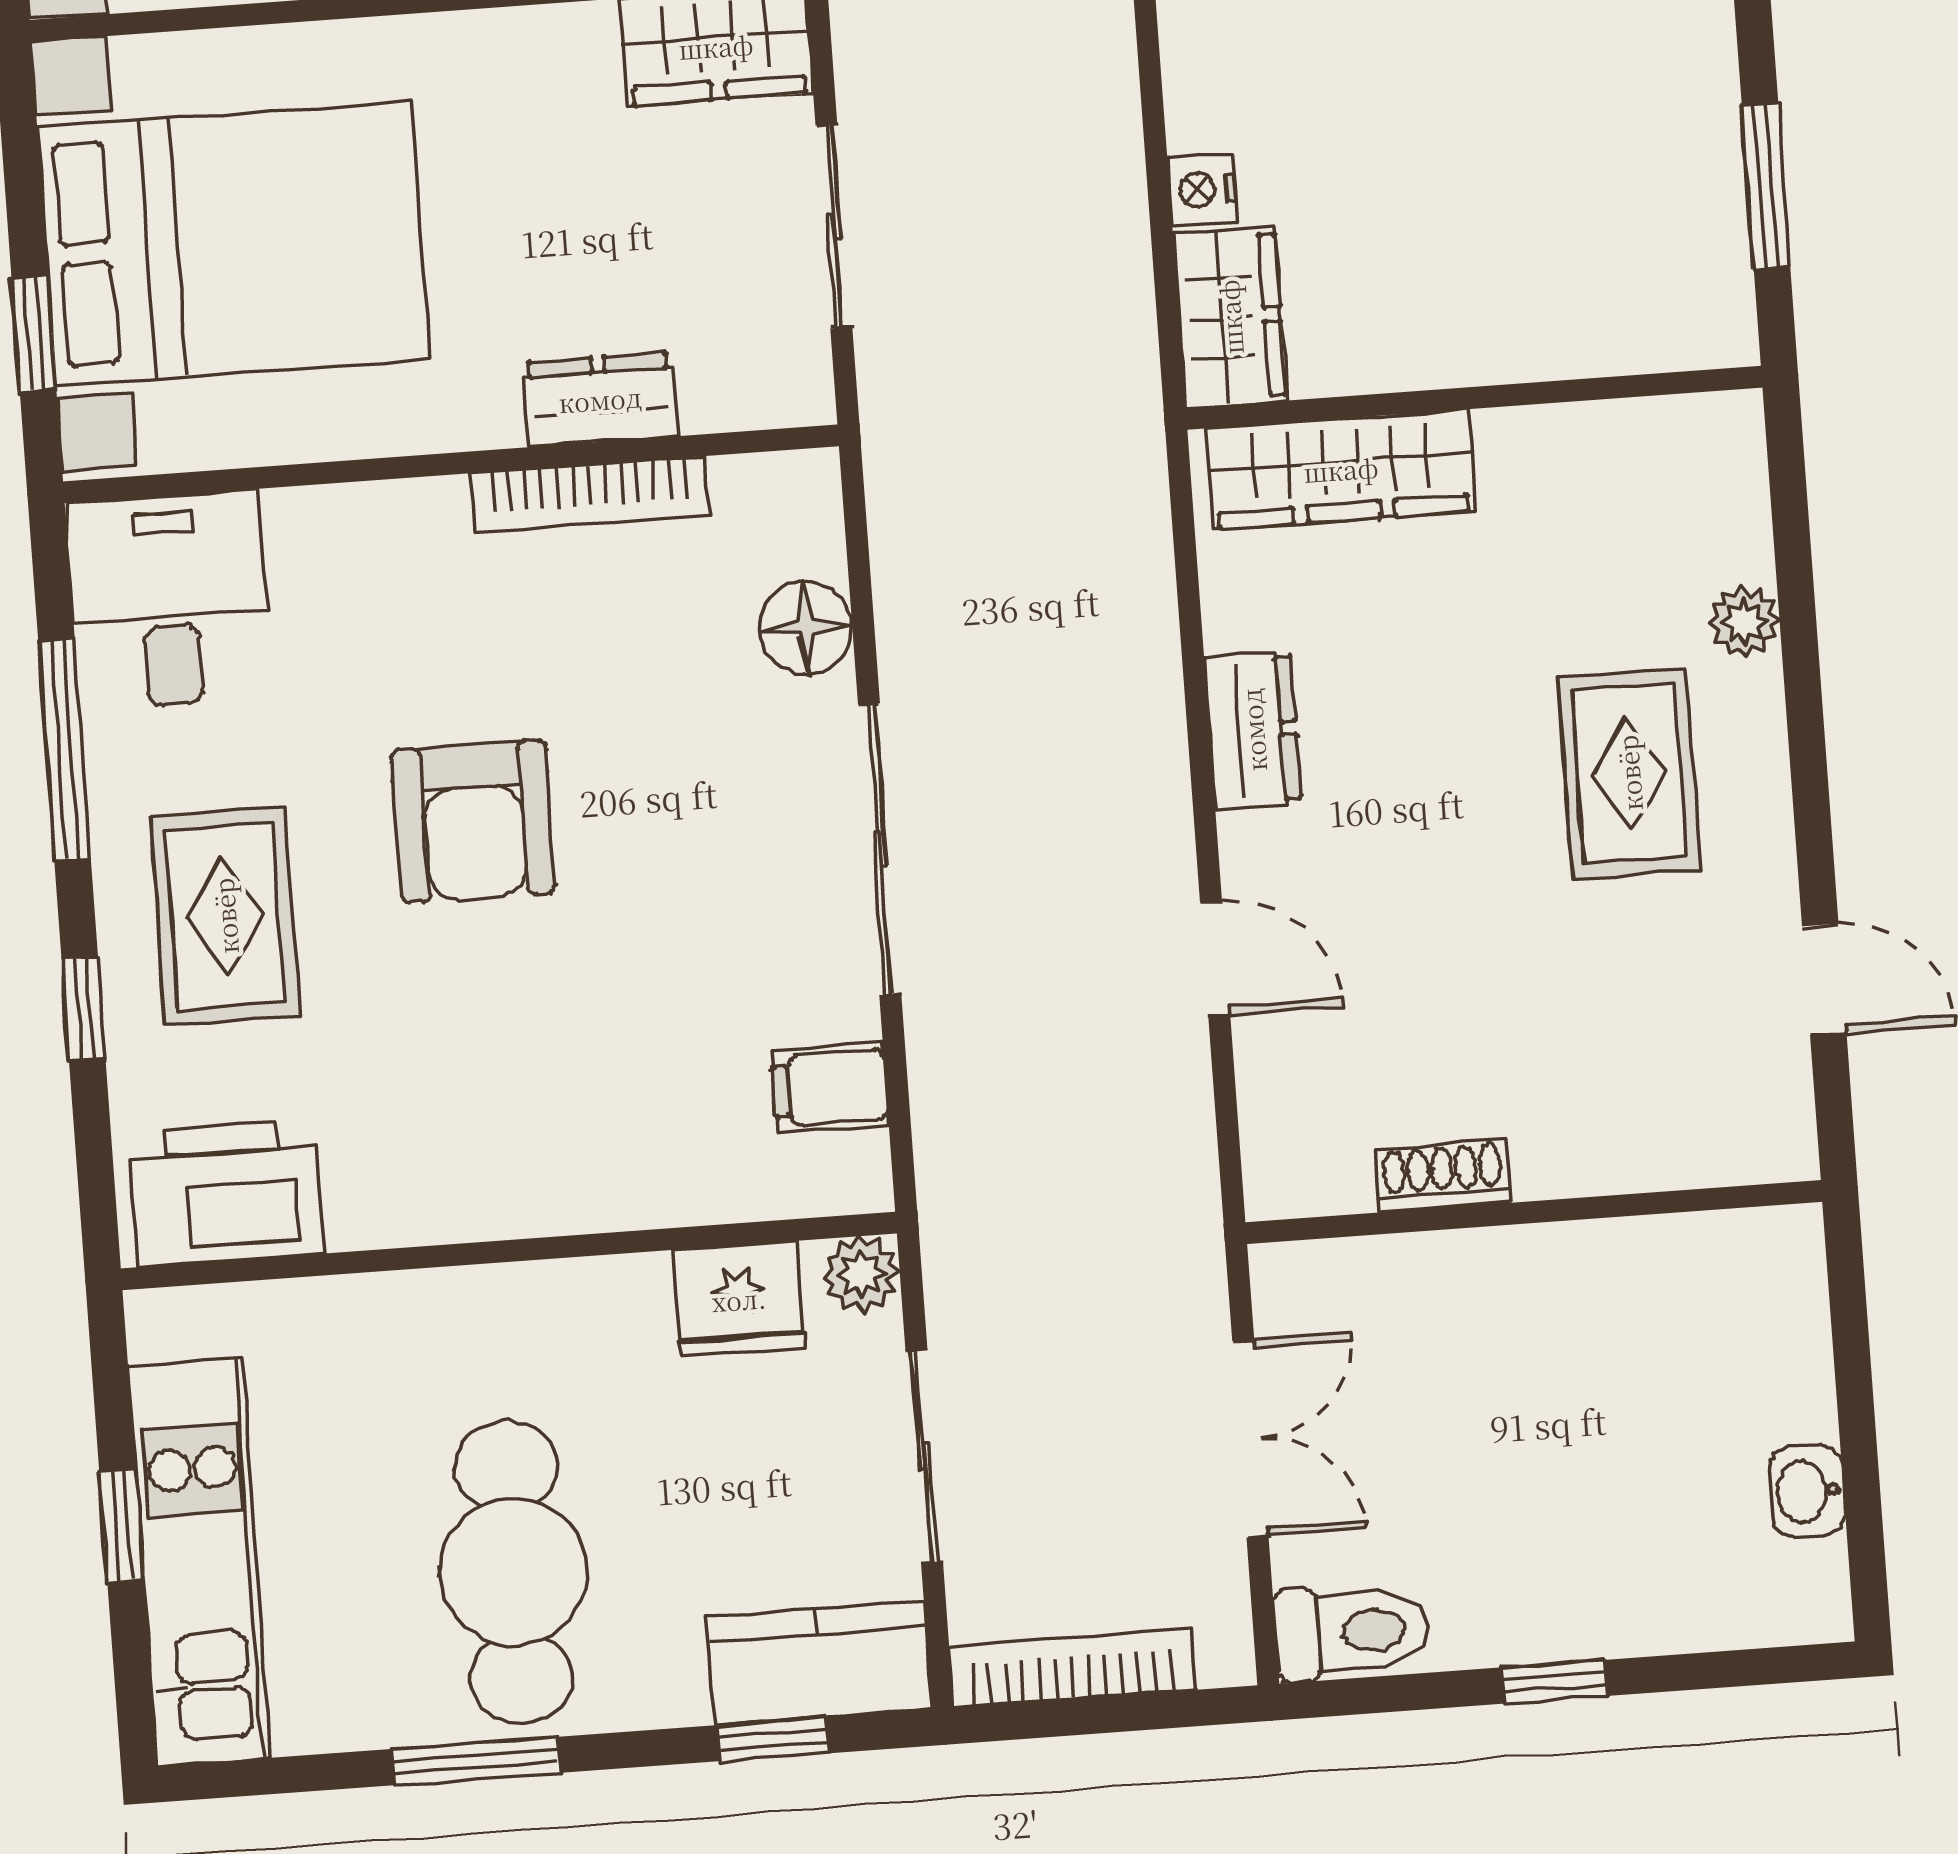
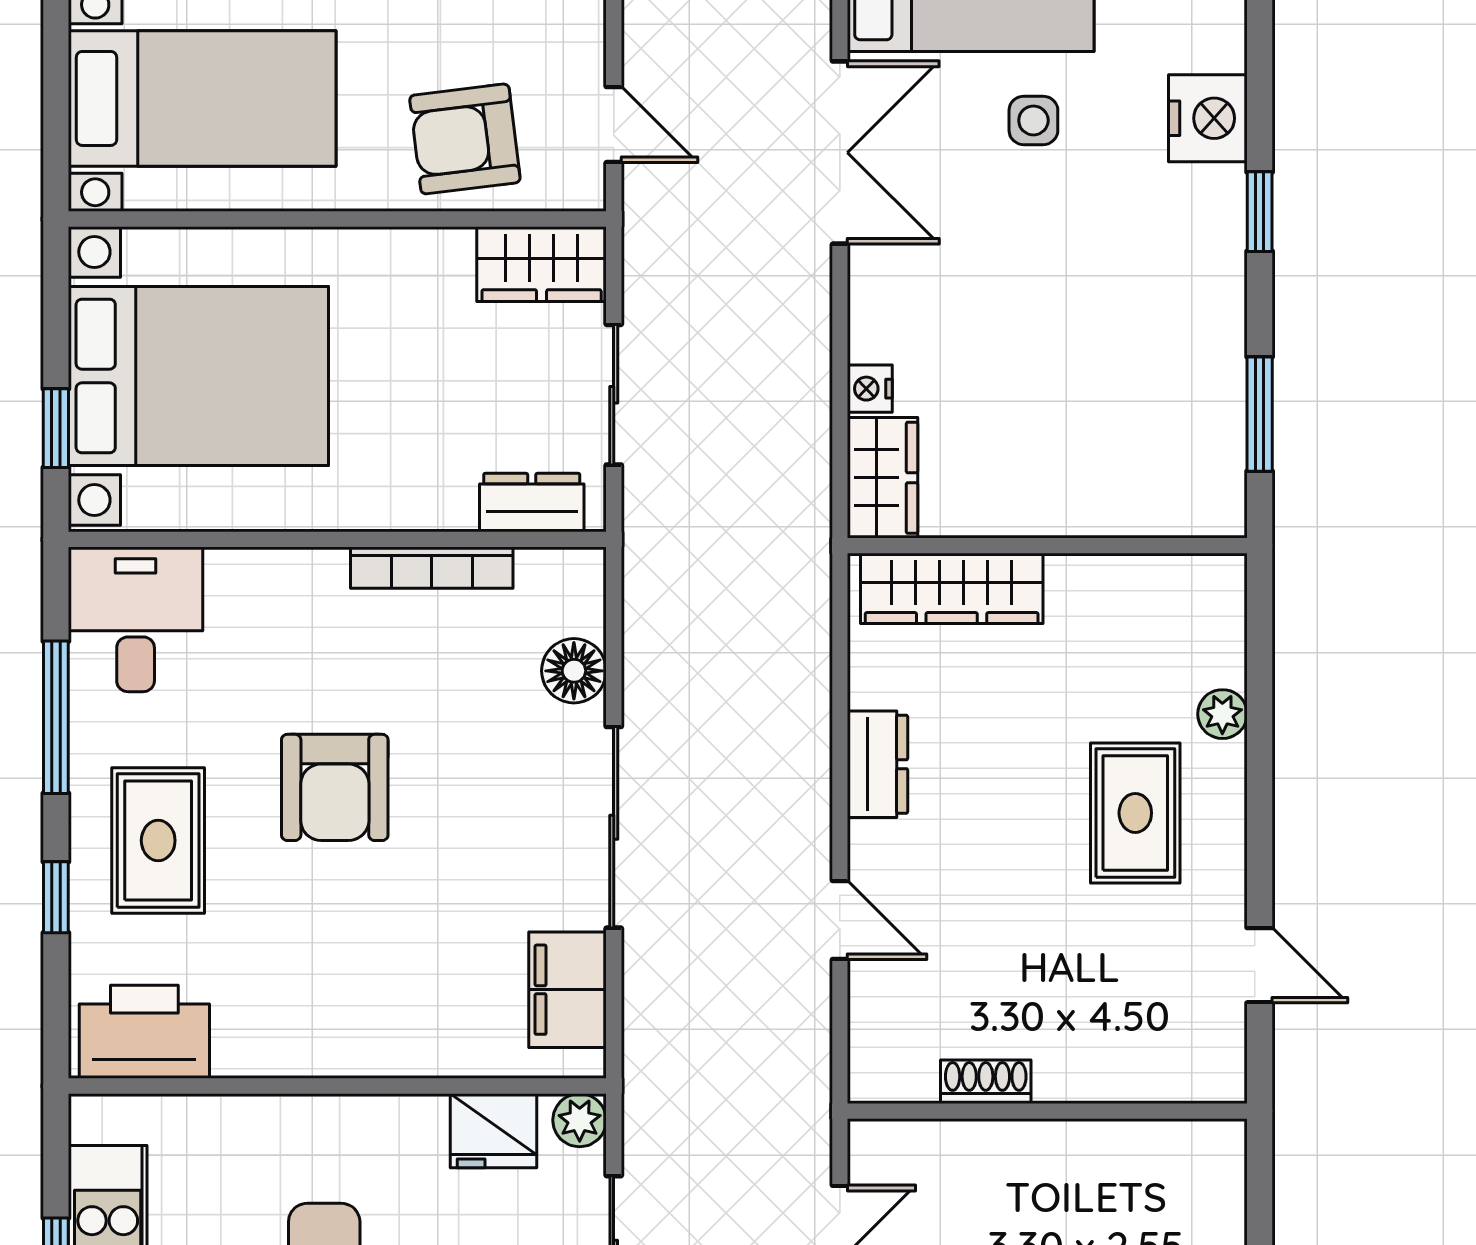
dresser: (600, 399) -> (532, 503), moved
filing cabinet: (830, 1088) -> (568, 990), width x2.00

